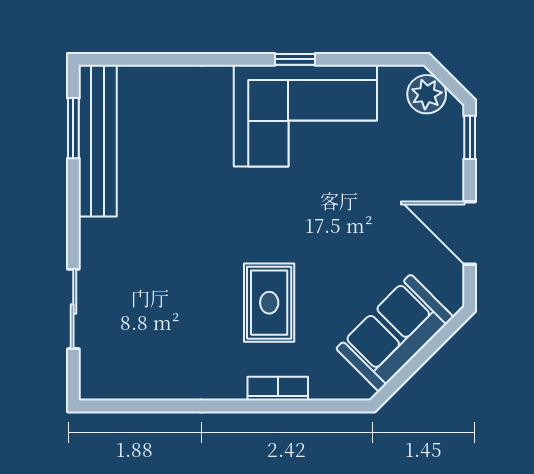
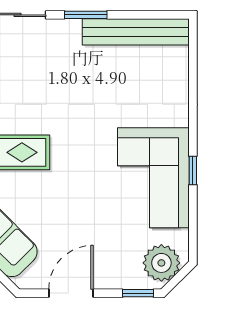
plant: (427, 94) -> (161, 263), width x1.36, depth x1.36
window: (73, 128) -> (86, 15), moved

